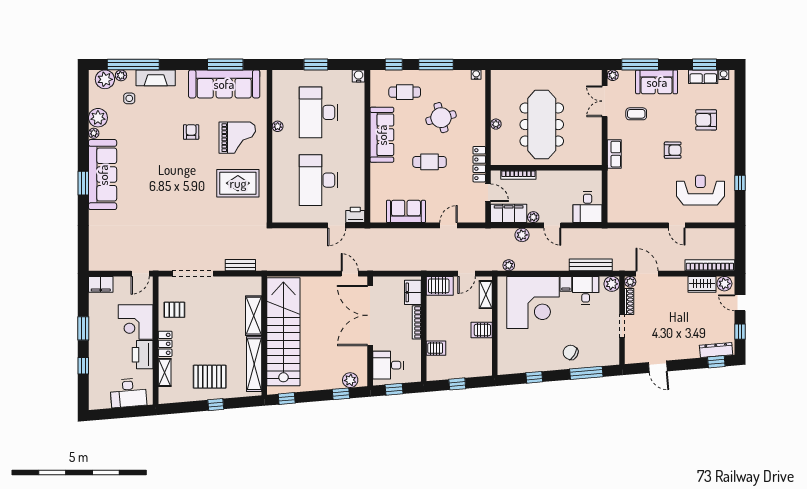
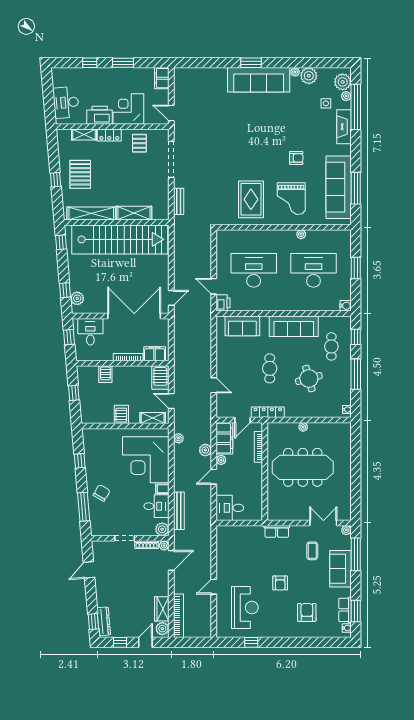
sofa: (406, 211) -> (242, 326), moved, turned 90

